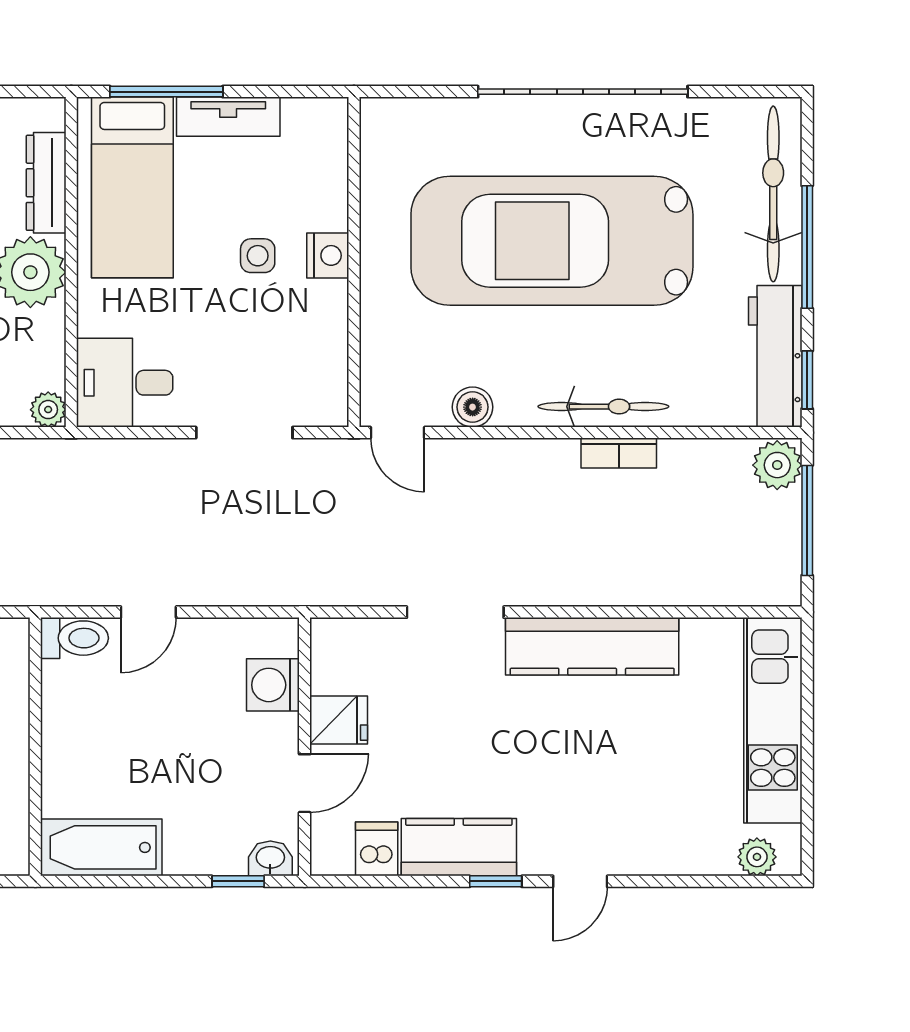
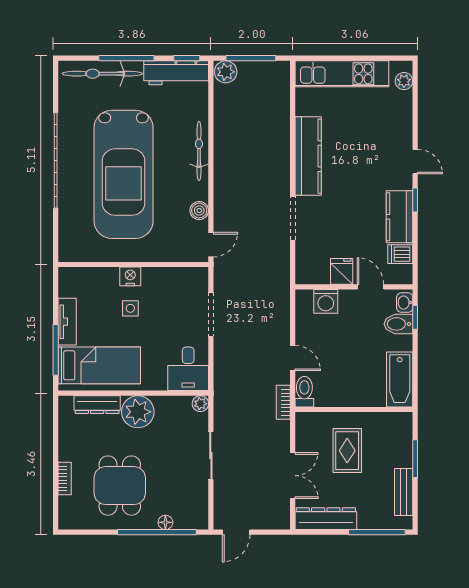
bookcase: (619, 453) -> (283, 402), moved, turned 180
bidet: (223, 845) -> (398, 324), added

